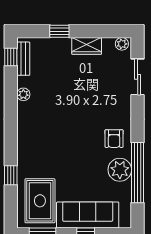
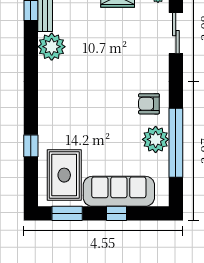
plant: (23, 94) -> (52, 47), width x1.88, depth x1.88
armchair: (114, 139) -> (149, 104), turned 90

